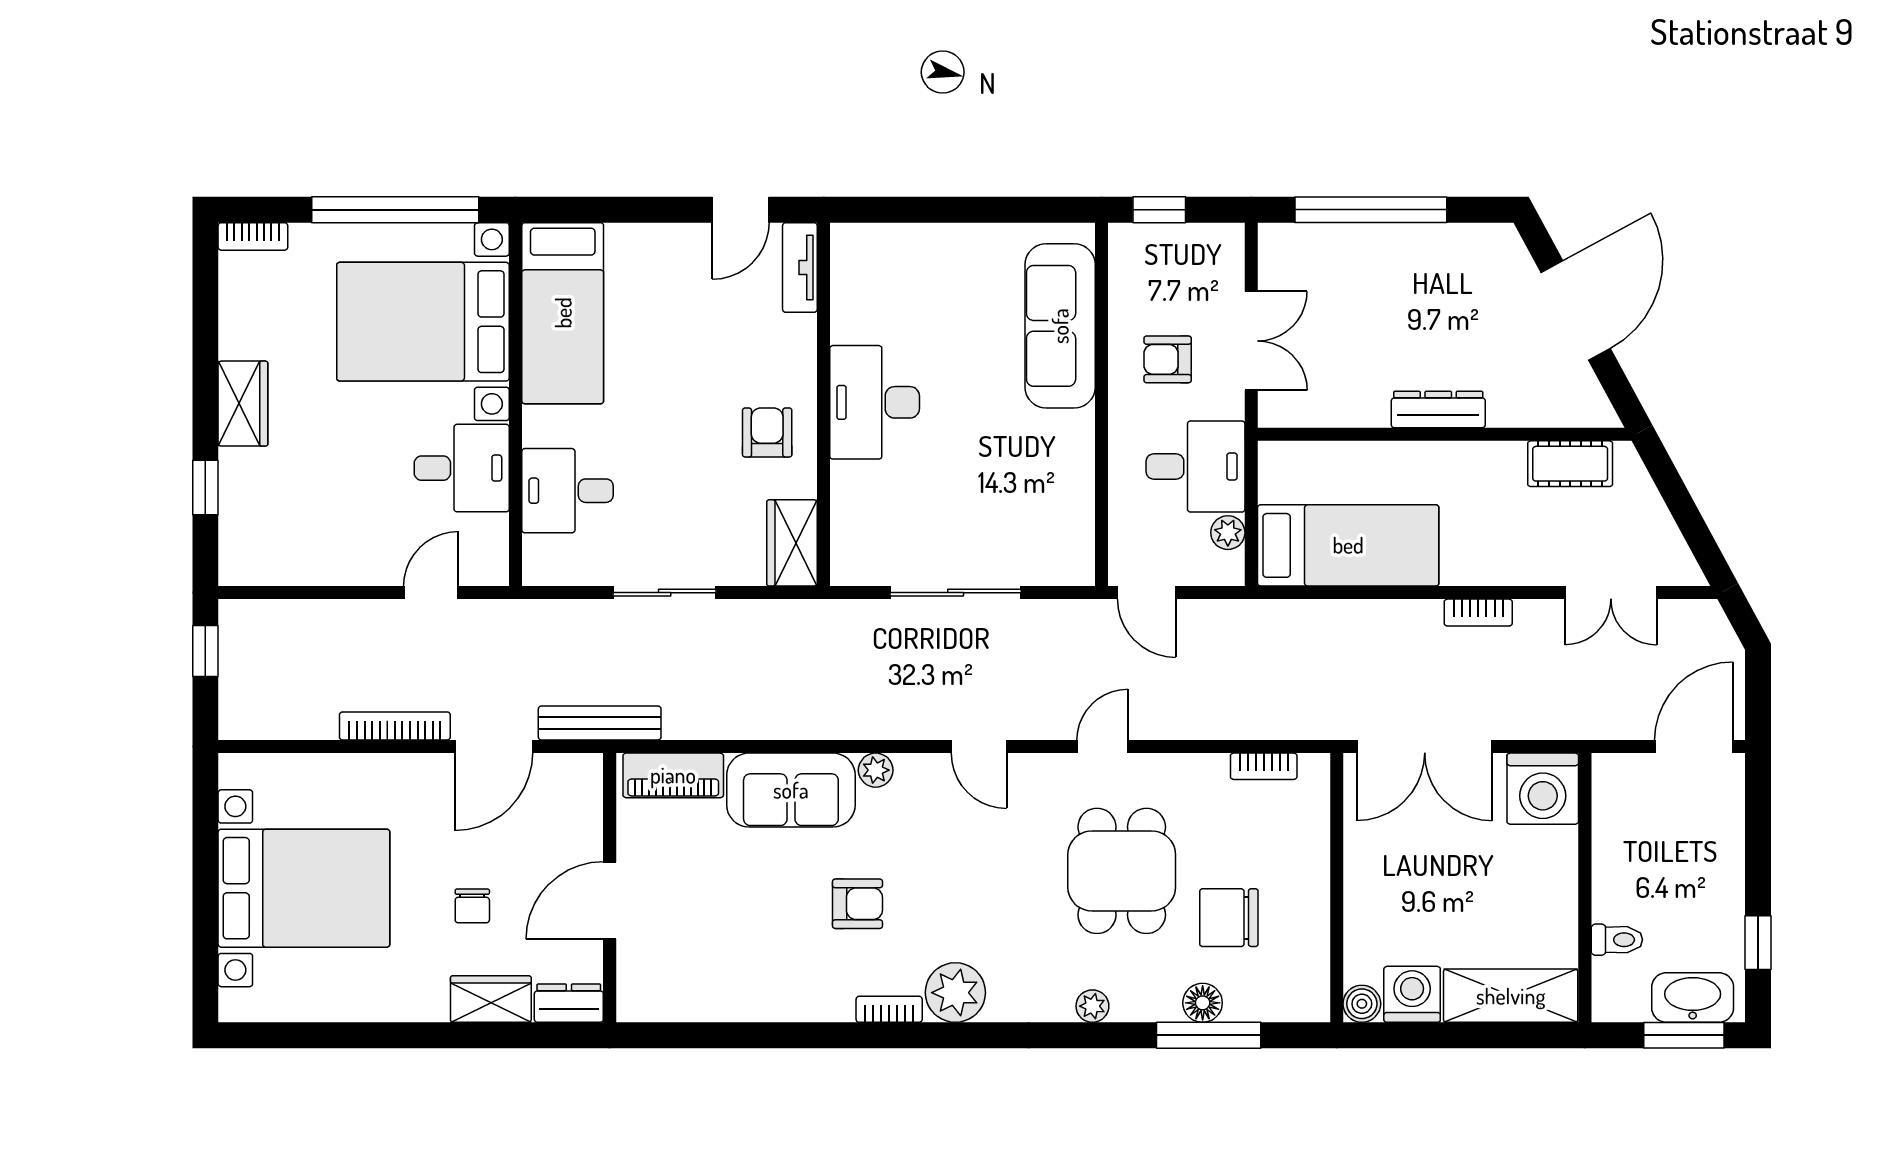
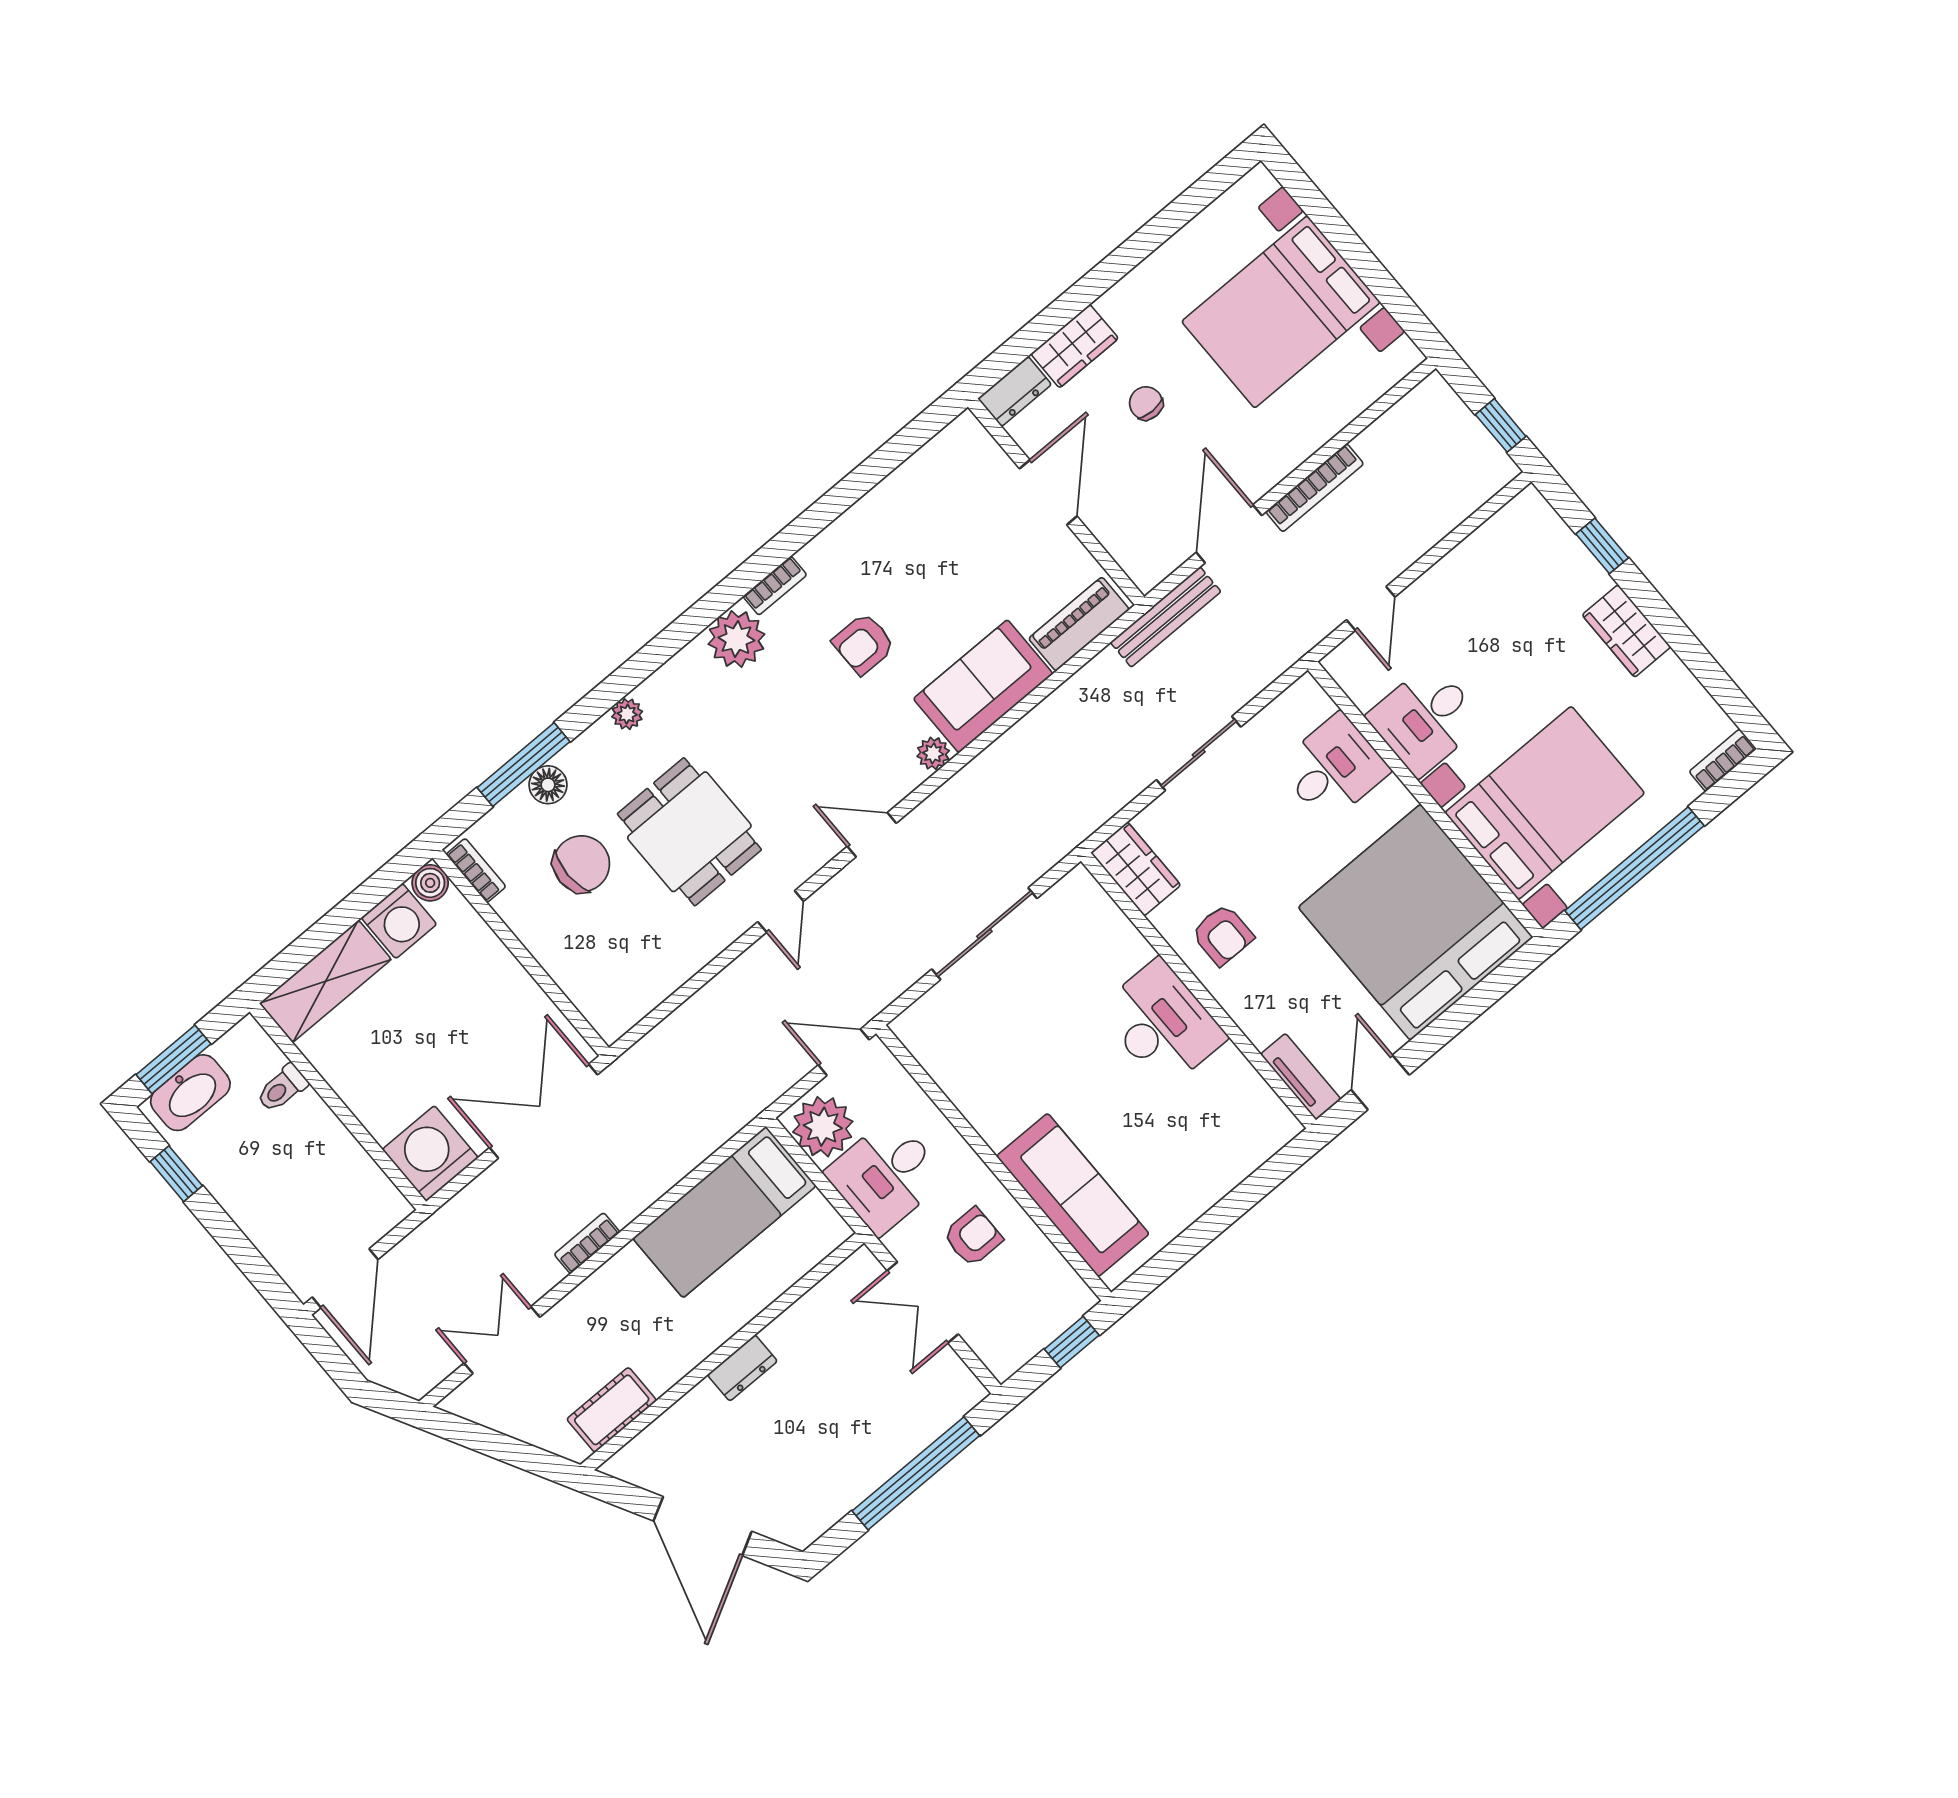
bed: (563, 313) -> (1416, 922), width x2.04
dresser: (1438, 410) -> (742, 1368), width x0.70
plant: (1228, 533) -> (823, 1127), width x1.87, depth x1.87
bookcase: (1264, 766) -> (476, 870), moved, turned 90

